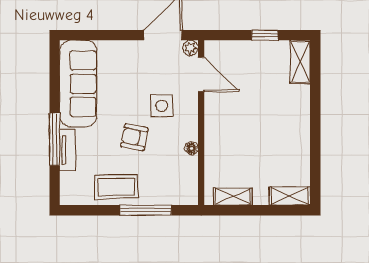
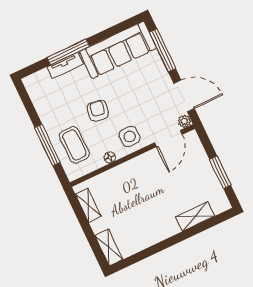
window: (102, 35) -> (163, 50), added
window: (265, 35) -> (220, 172), width x1.50
shelving: (300, 62) -> (195, 216), moved
side table: (162, 106) -> (130, 136), moved
coffee table: (116, 187) -> (74, 145), moved

